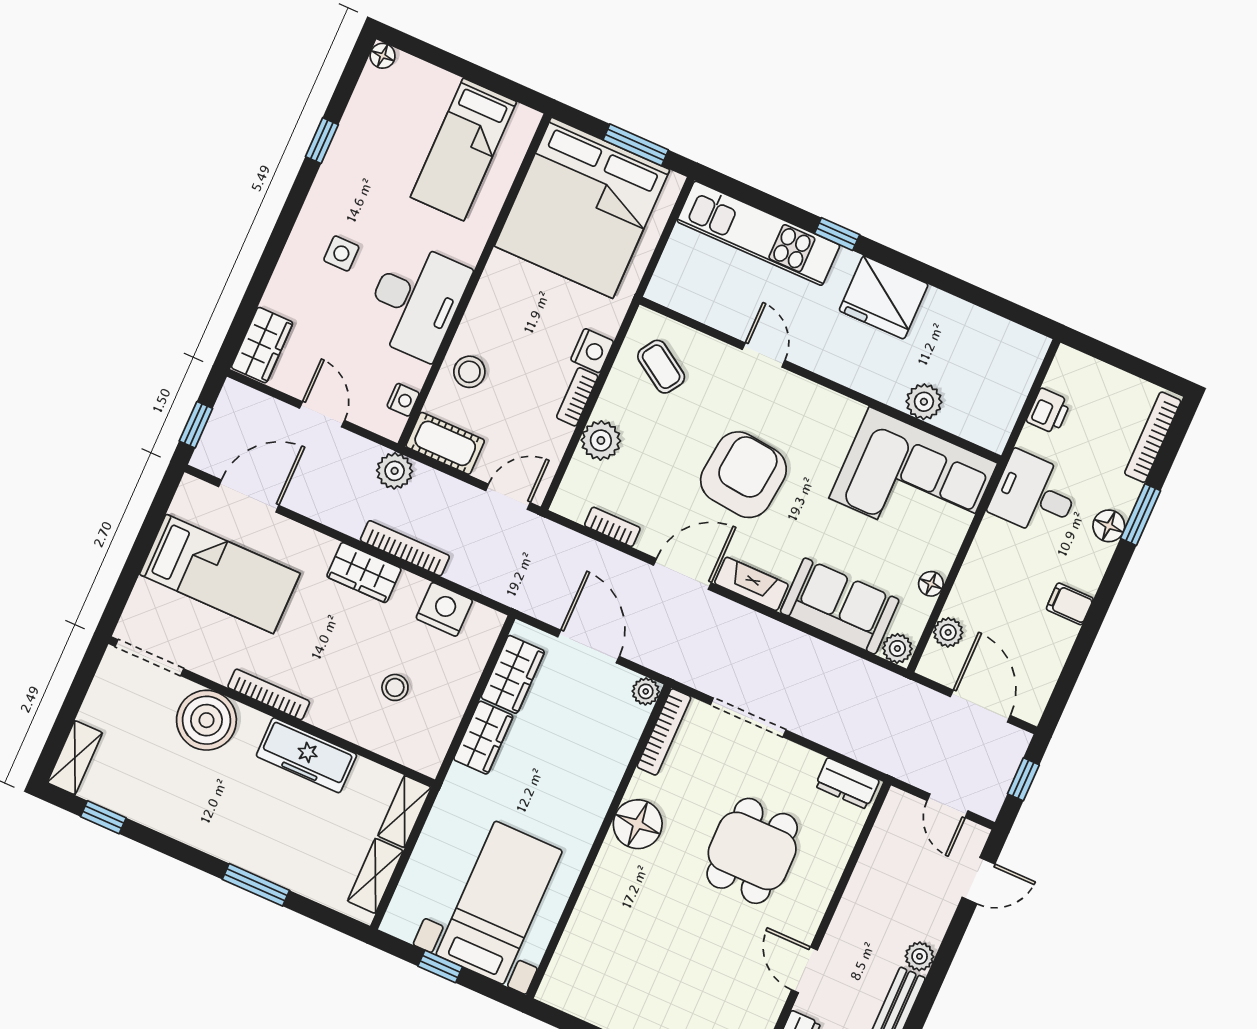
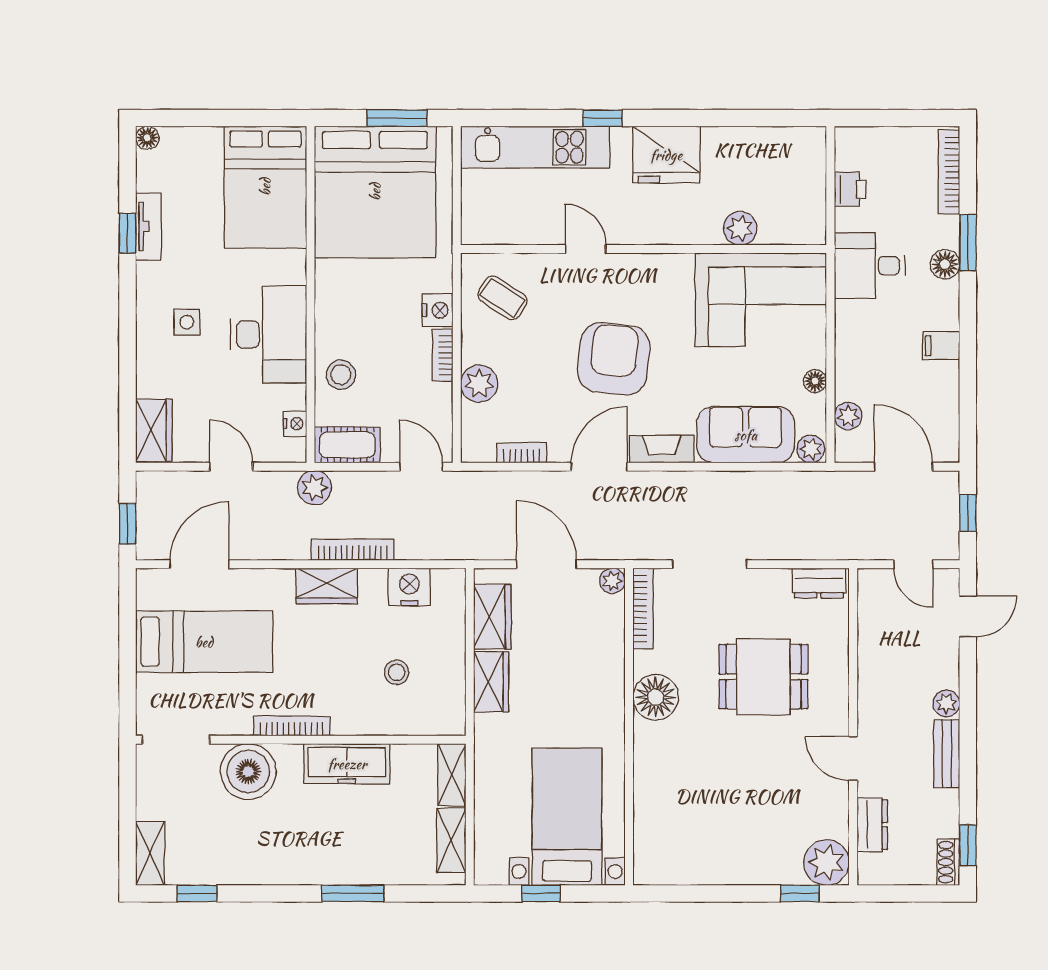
tv unit: (345, 143) -> (148, 227), added
bed: (463, 149) -> (265, 187), width x1.50
door: (508, 497) -> (421, 467), hinge flipped
dining table: (752, 851) -> (763, 677), turned 90

